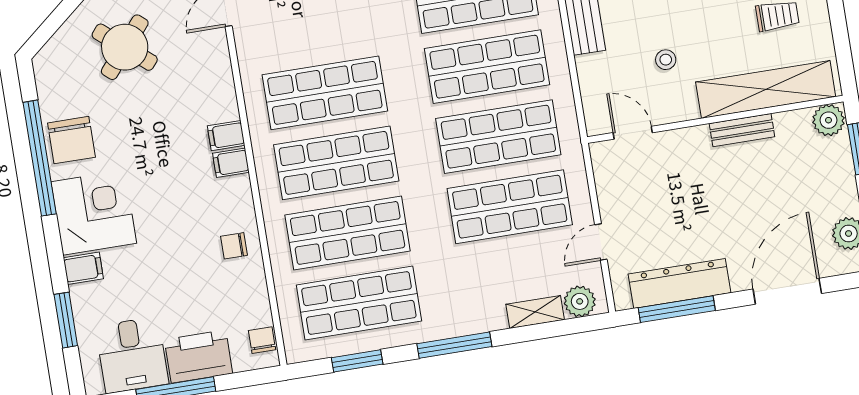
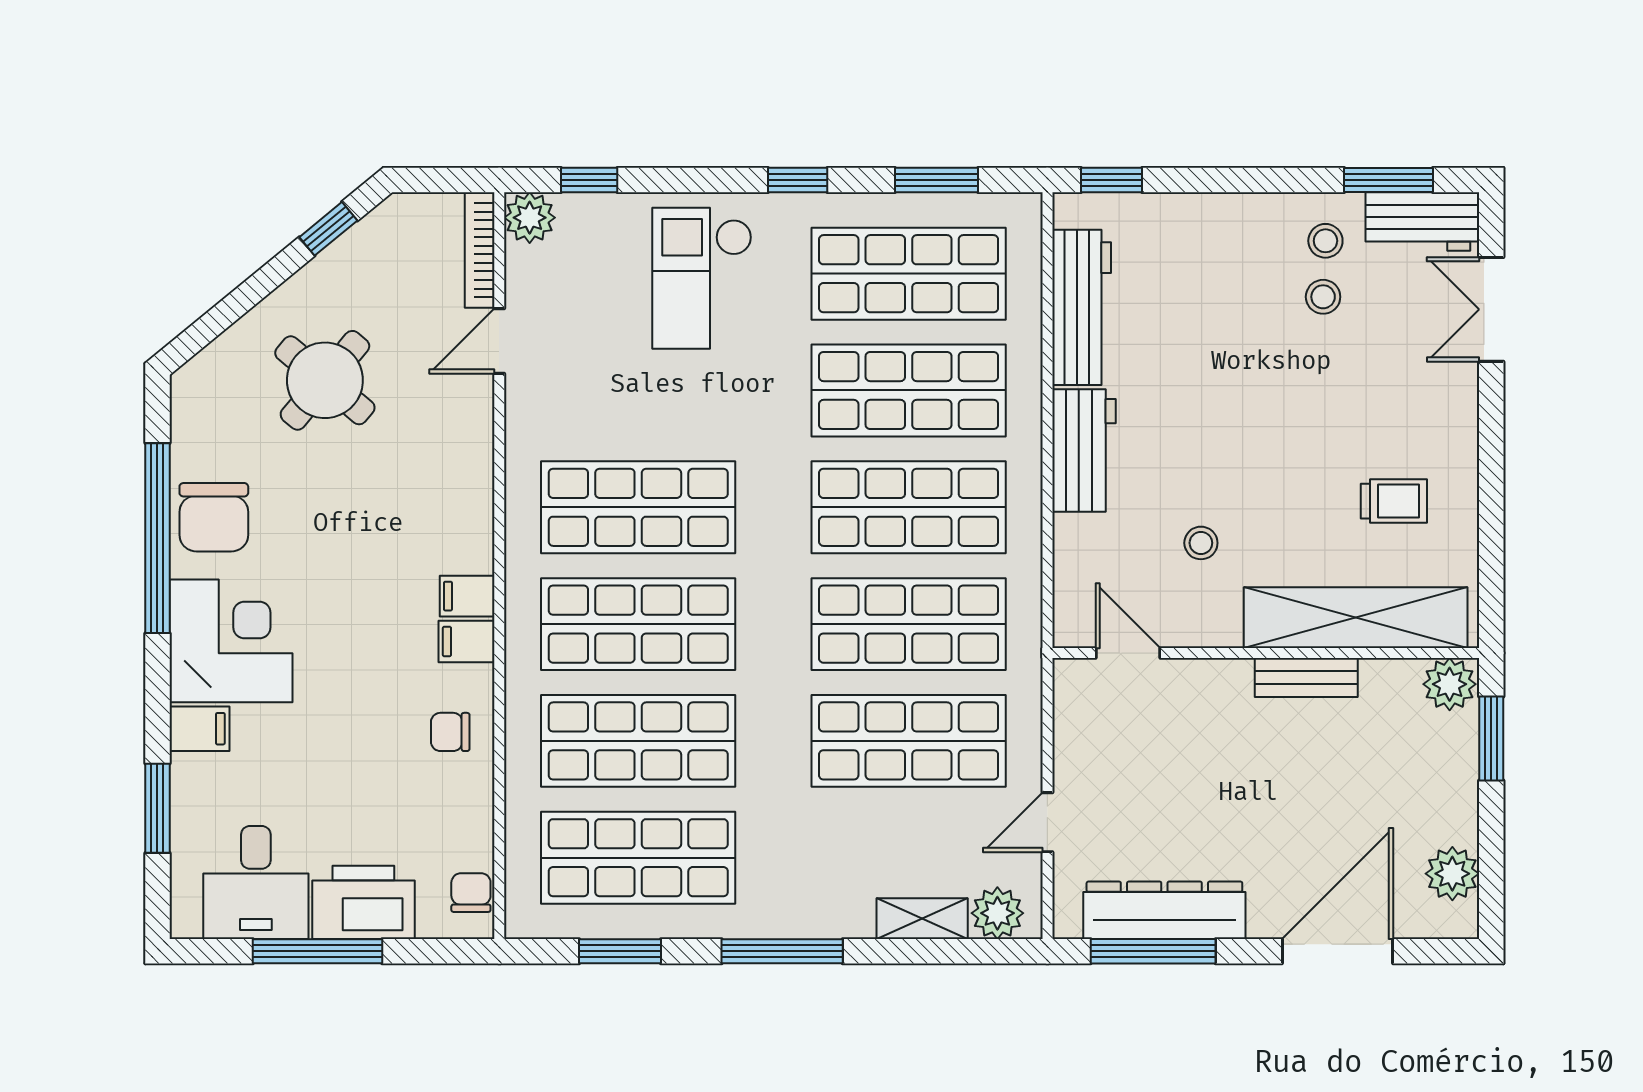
filing cabinet: (226, 136) -> (467, 641), moved

